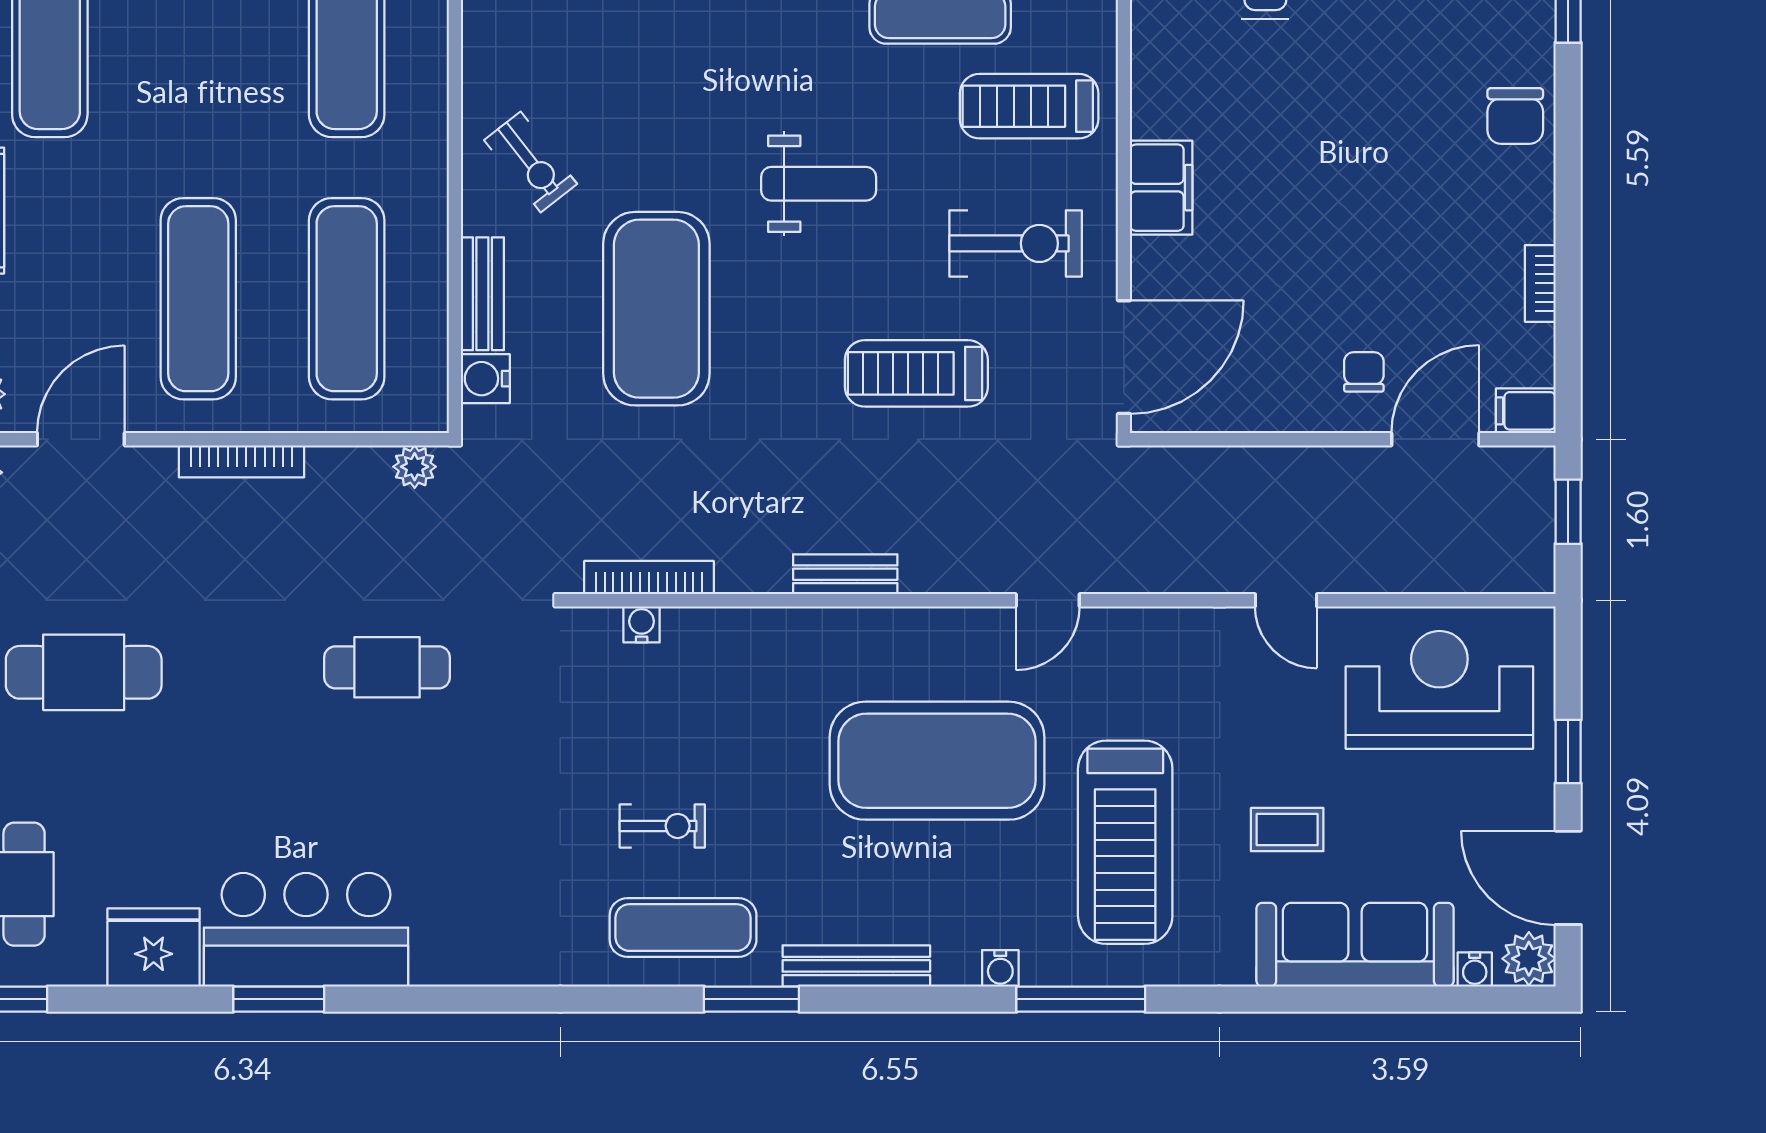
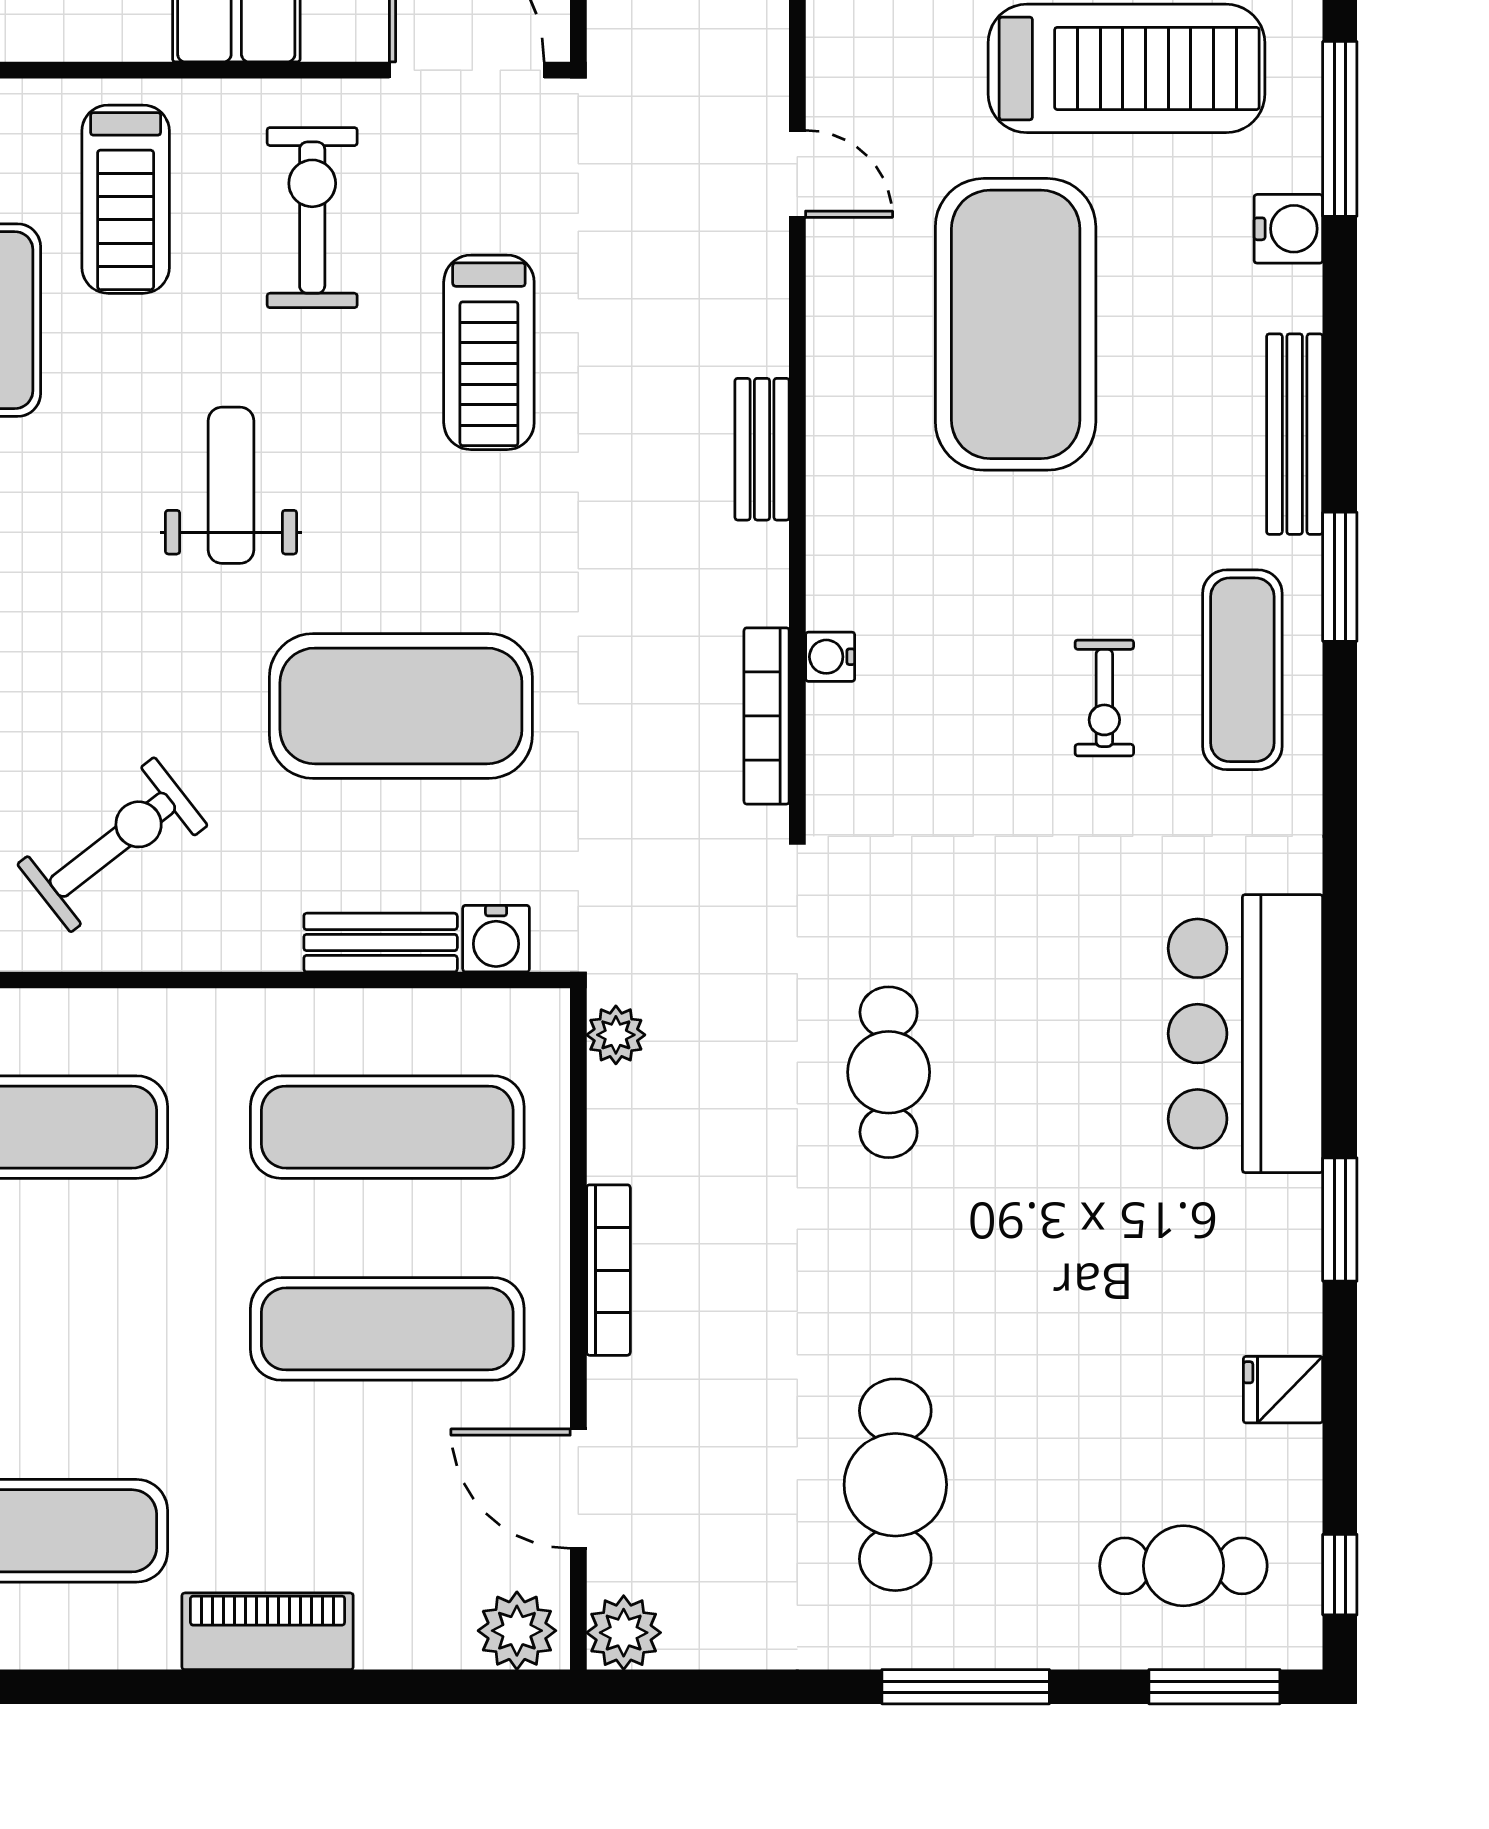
exercise bike: (531, 162) -> (112, 845), moved, width x1.38, depth x1.39
water cooler: (642, 624) -> (830, 657), moved
exercise bike: (662, 826) -> (1104, 698), turned 180
bar counter: (306, 930) -> (1245, 1034), moved
fridge: (154, 948) -> (1283, 1390), width x0.53, depth x0.75
water cooler: (1000, 968) -> (1288, 229), width x1.38, depth x1.38

